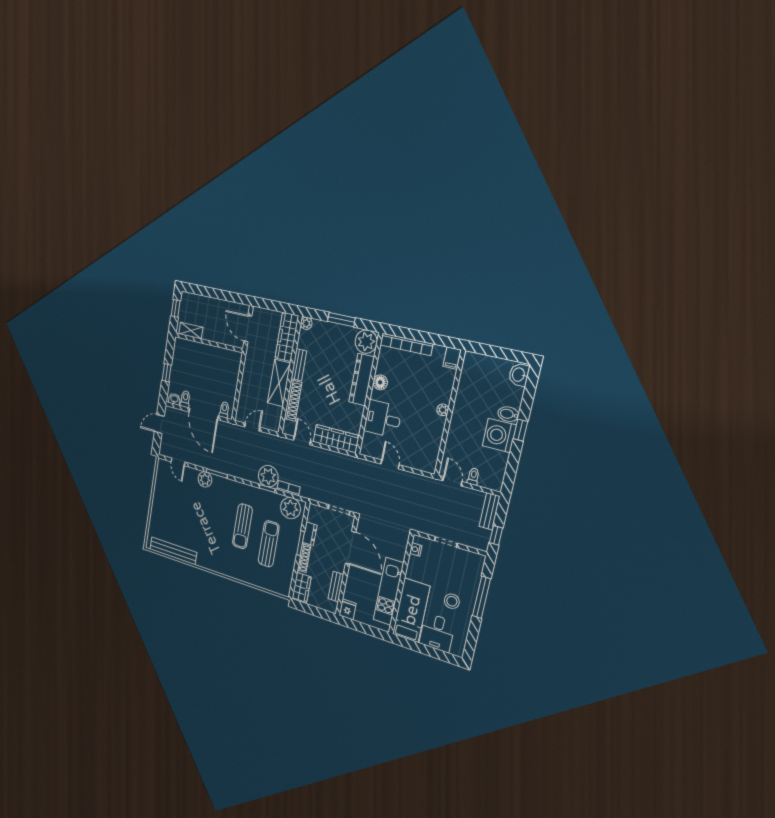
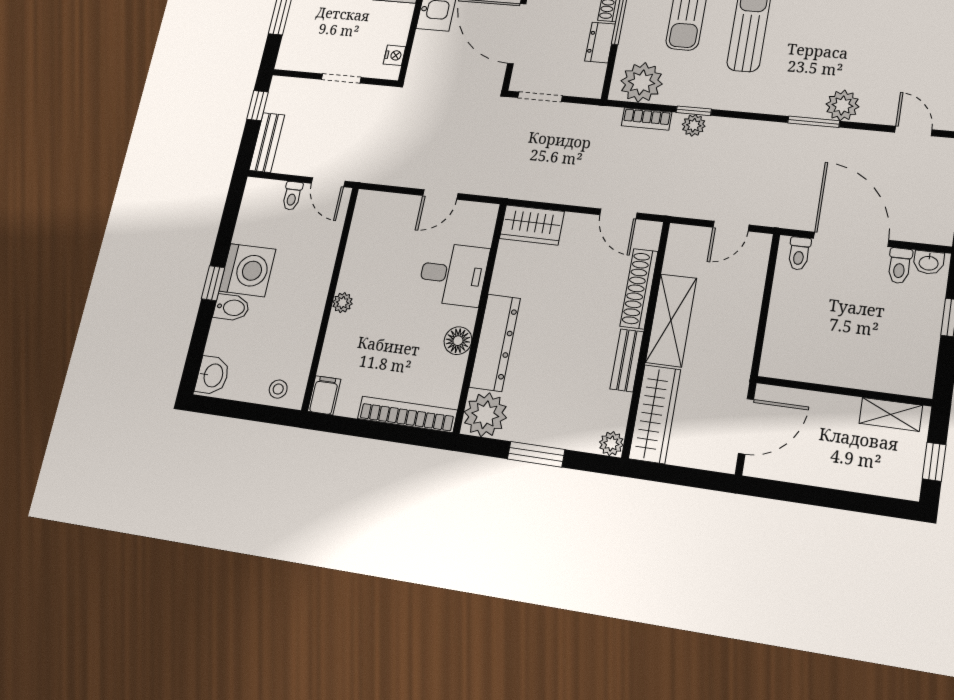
door: (248, 329) -> (746, 426), hinge flipped
stool: (479, 364) -> (278, 389), added
wardrobe: (336, 439) -> (532, 225), width x0.67
door: (390, 464) -> (440, 194), hinge flipped
plant: (268, 476) -> (694, 125), width x0.53, depth x0.53

